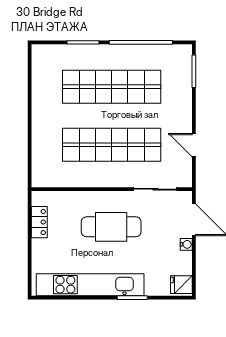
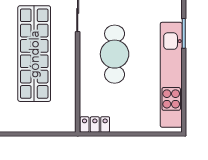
locker: (39, 222) -> (95, 125), moved

